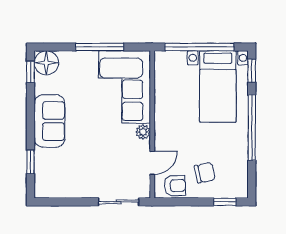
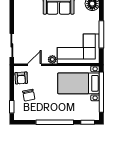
bed with nightstands: (218, 86) -> (79, 83), moved
door: (152, 163) -> (34, 65), swing flipped

